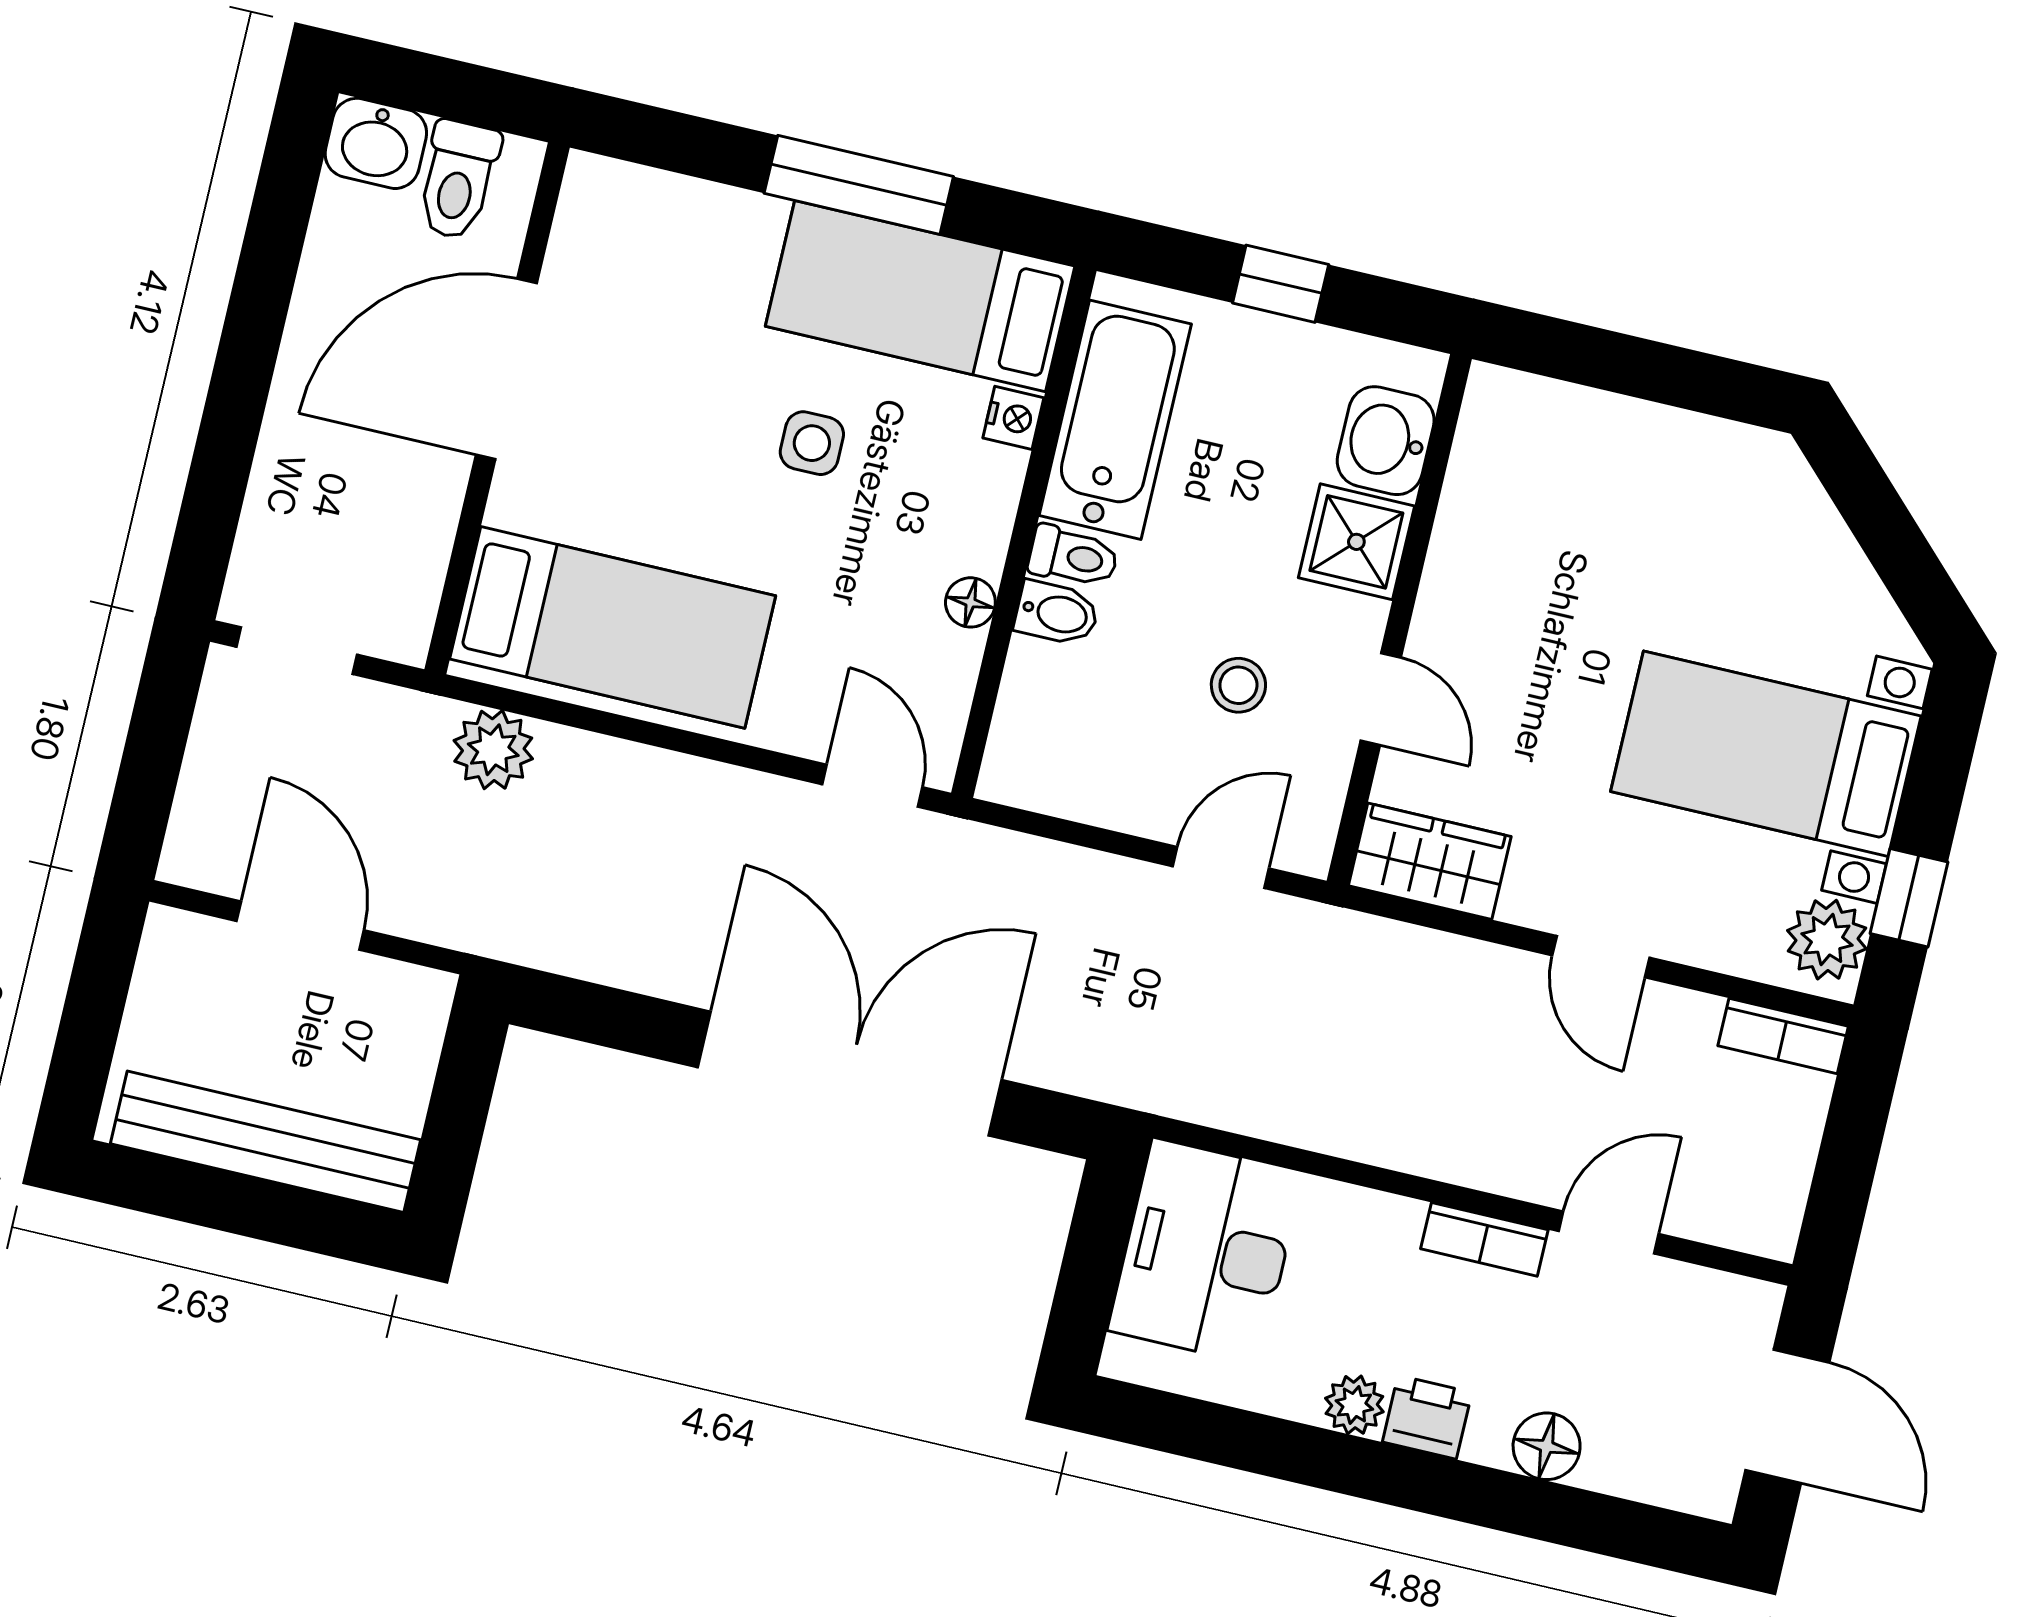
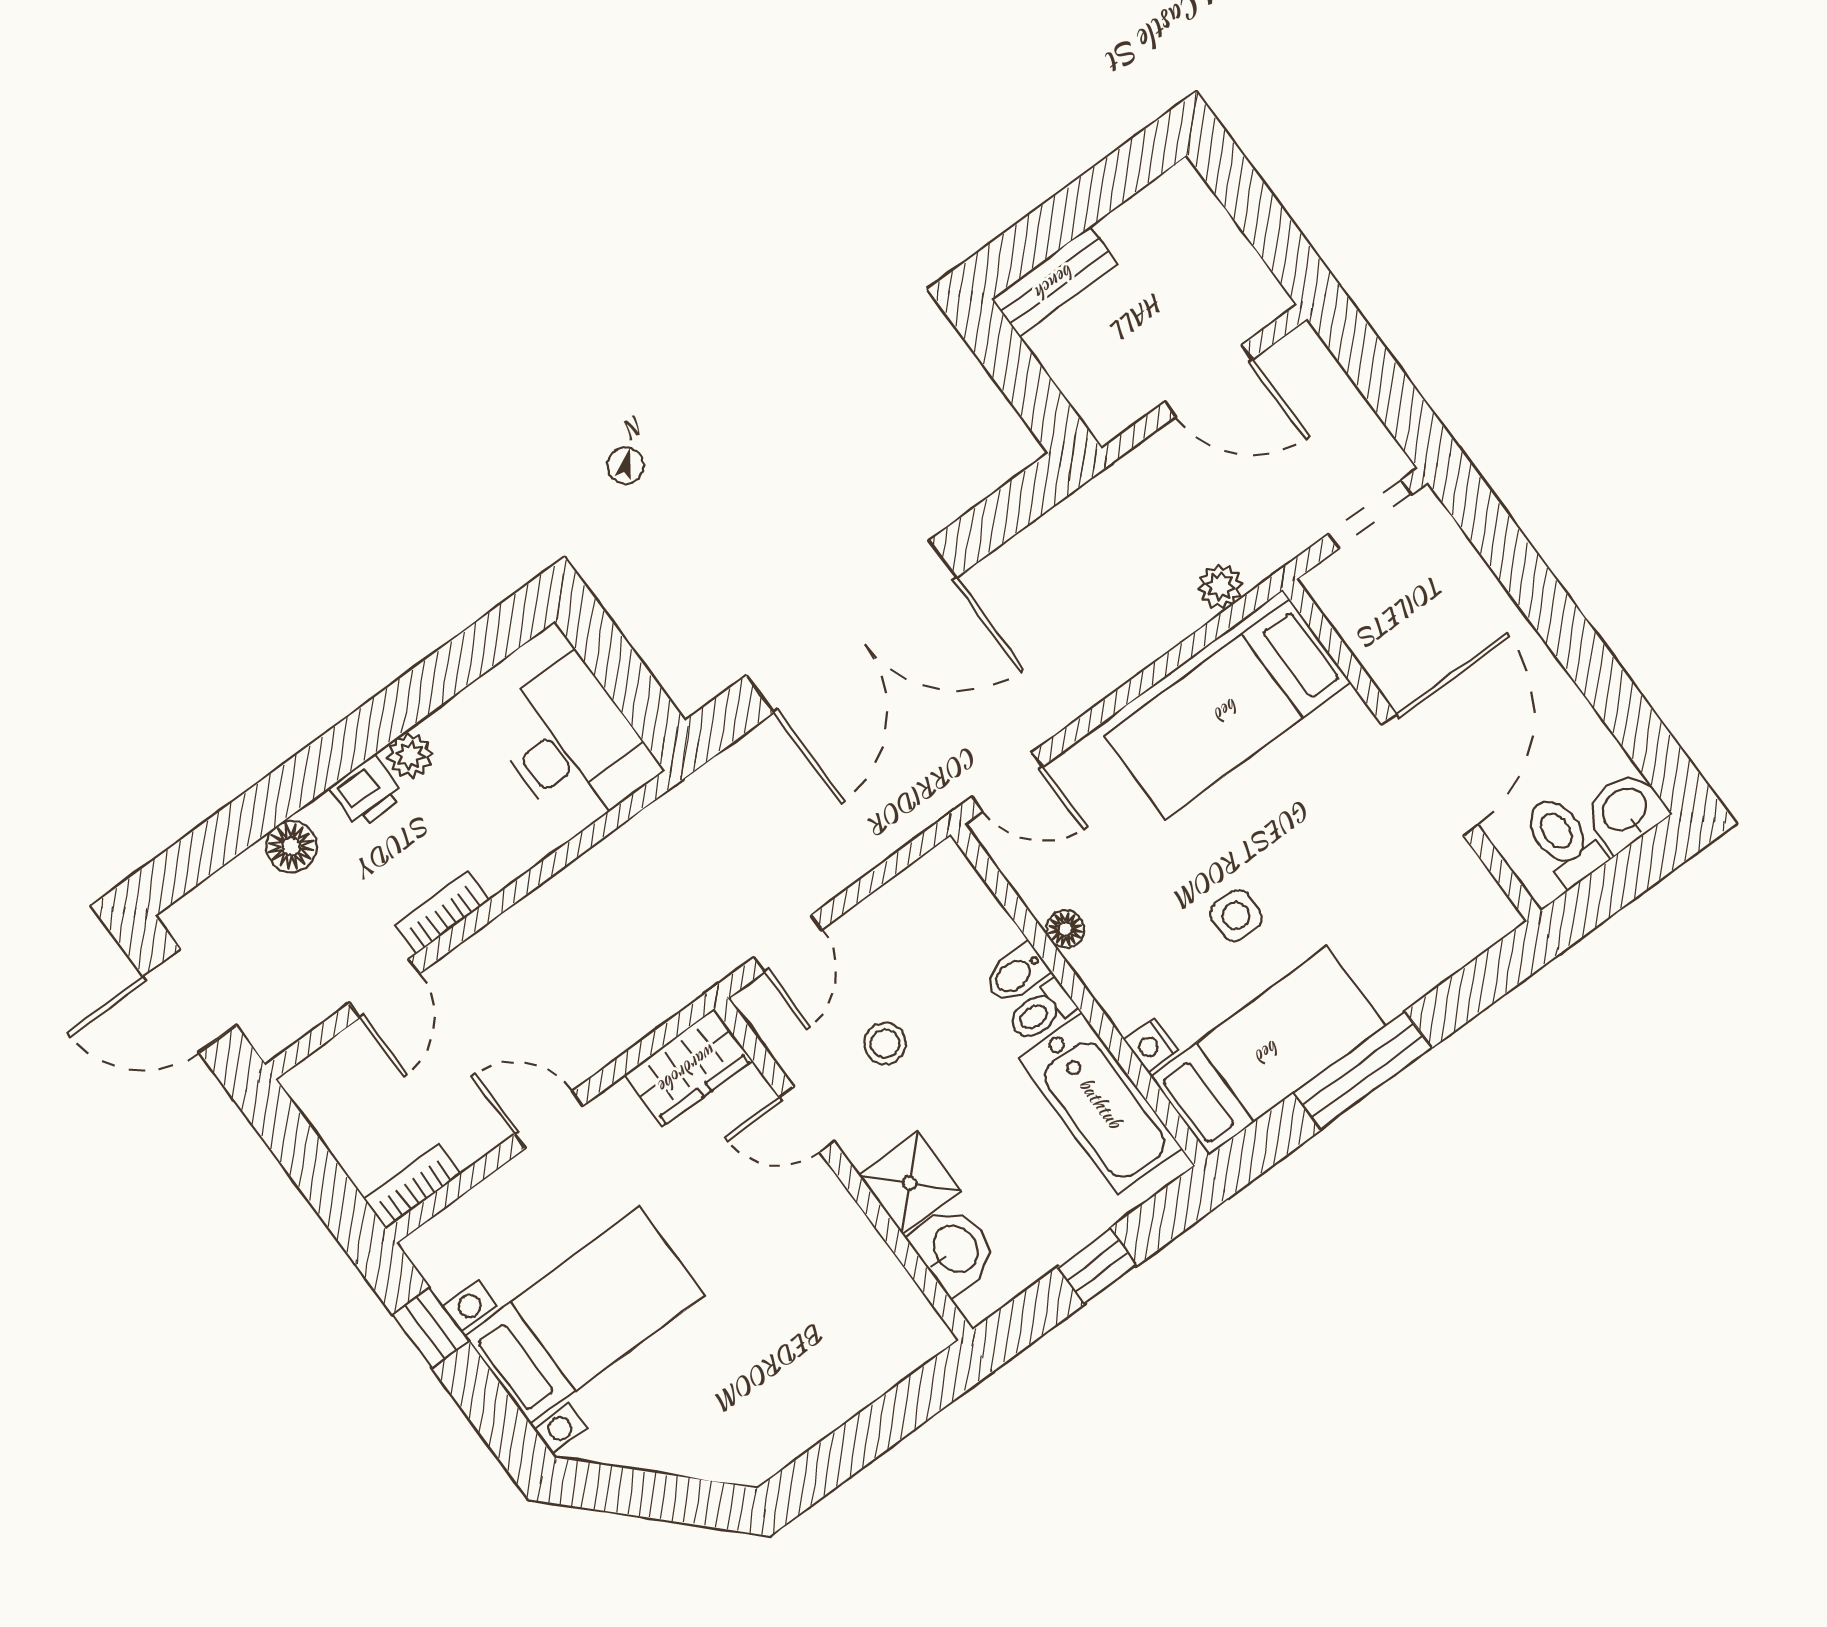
plant: (493, 750) -> (1220, 586), width x0.73, depth x0.73
plant: (1827, 940) -> (447, 1260), removed
bench: (266, 1142) -> (1055, 281), width x0.54, depth x0.82

